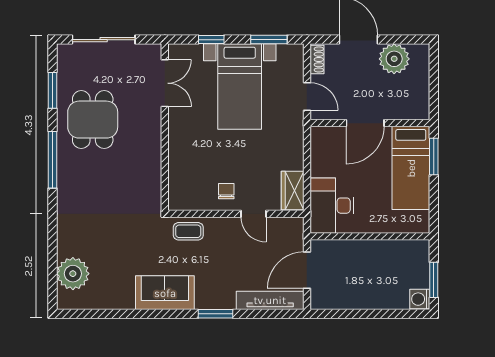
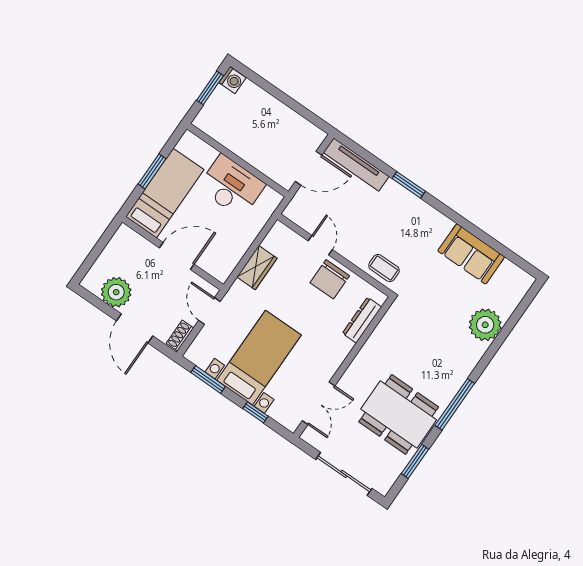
double door: (165, 83) -> (319, 403), swing flipped
dining table: (93, 120) -> (399, 414), width x1.37
window: (434, 157) -> (152, 171), moved
dresser: (177, 176) -> (362, 320), added
wardrobe: (293, 190) -> (257, 268), moved
chair: (226, 191) -> (330, 279), width x1.87, depth x1.87
desk: (332, 206) -> (231, 186), moved, turned -90
plant: (73, 274) -> (485, 325), moved
sofa: (165, 293) -> (471, 254), moved

